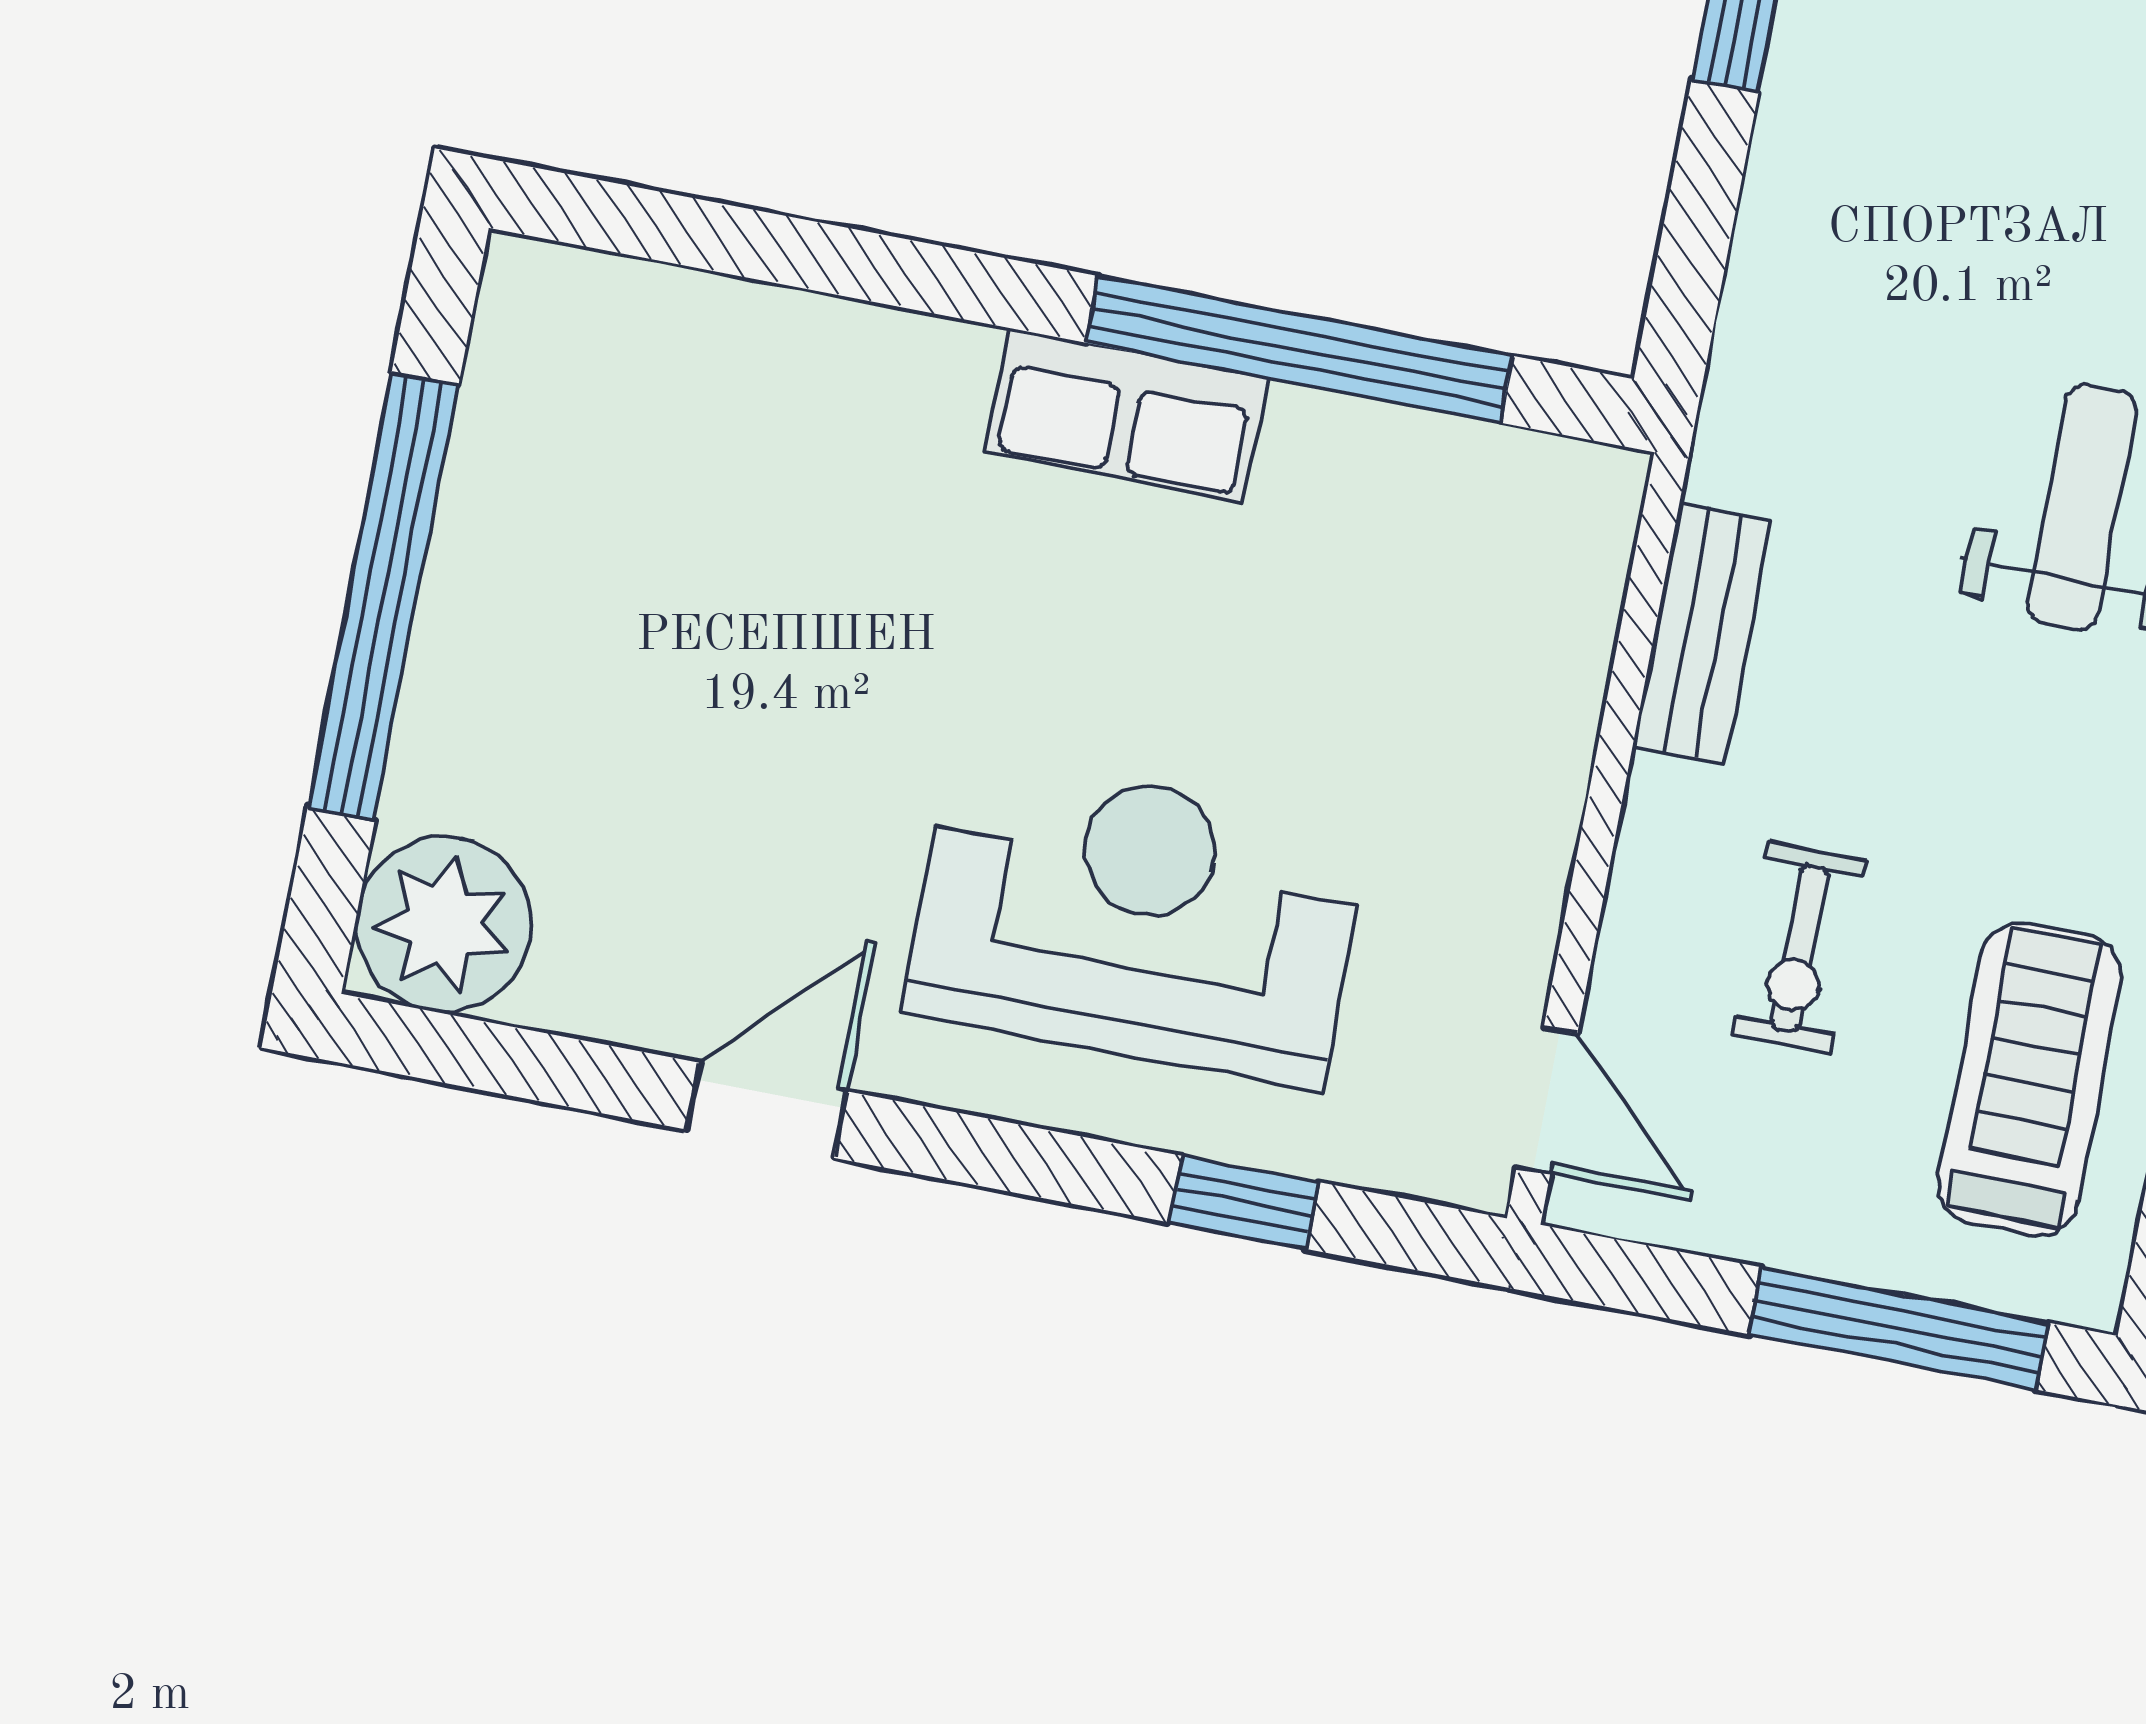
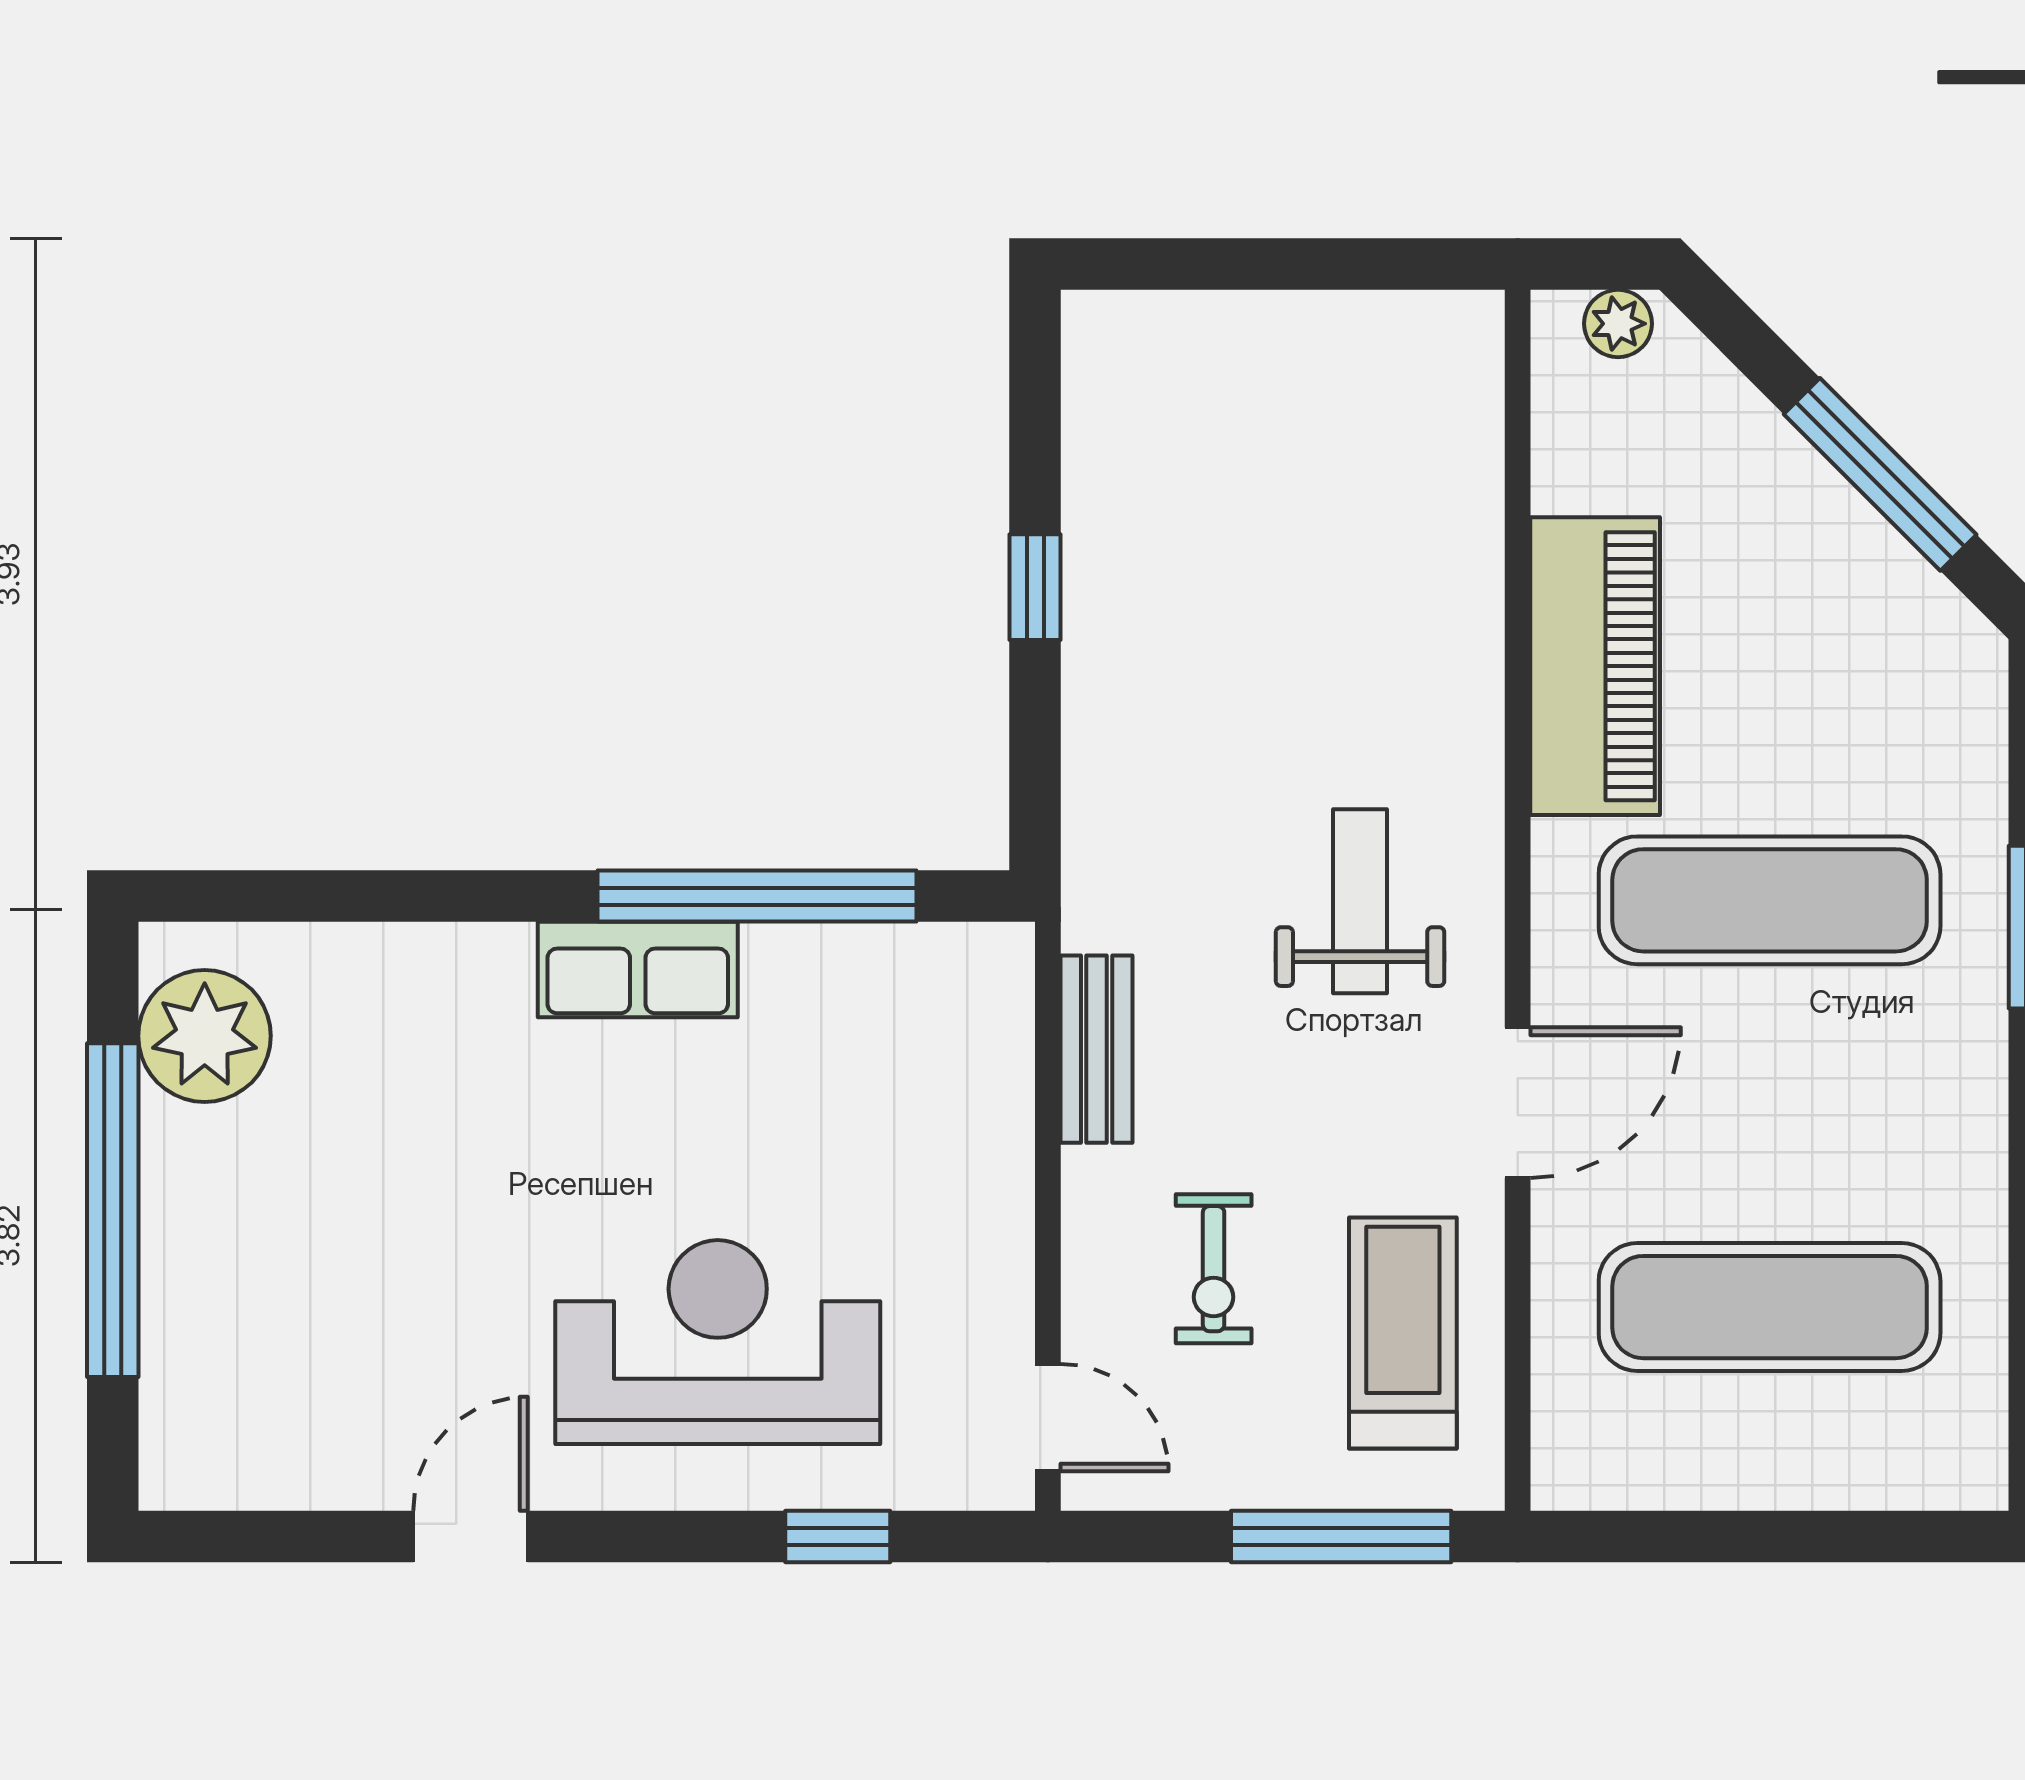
plant: (444, 924) -> (205, 1036), moved

